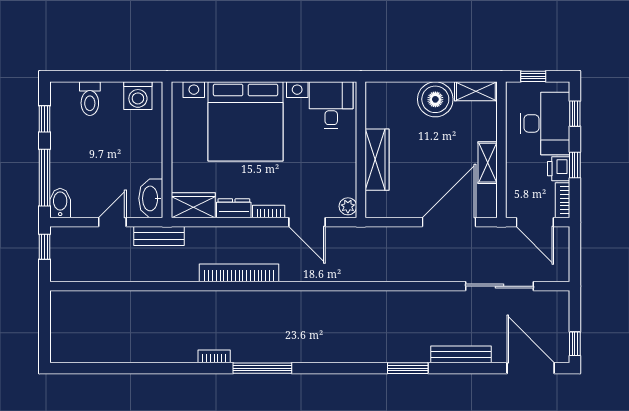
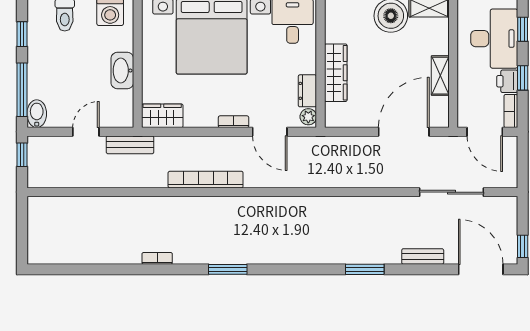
washbasin: (151, 198) -> (122, 71), moved
dresser: (234, 208) -> (307, 91), moved, turned -90
bench: (461, 354) -> (423, 256), width x0.73
bookcase: (214, 356) -> (157, 258), moved
window: (262, 368) -> (228, 269), width x0.69

